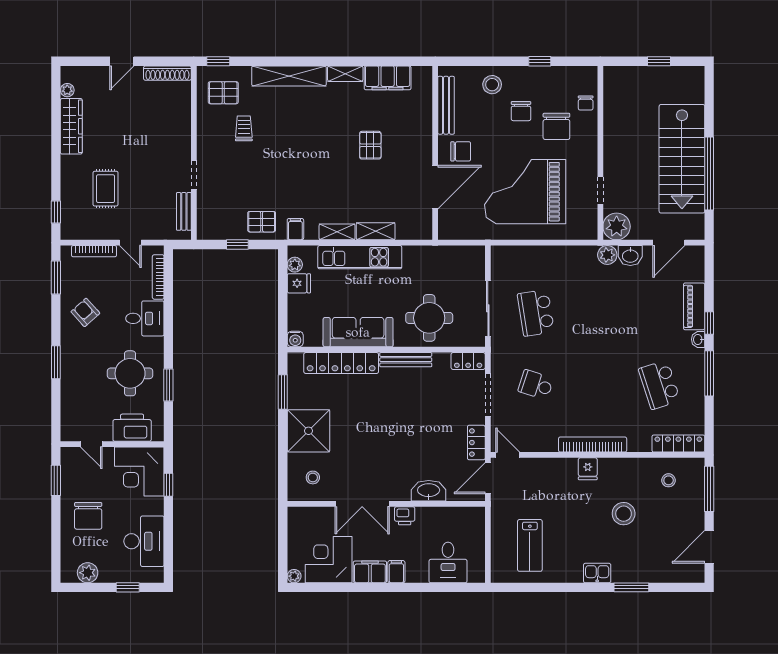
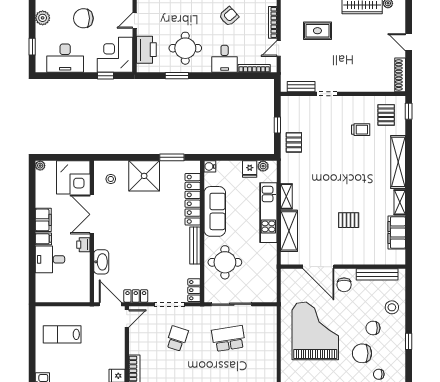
filing cabinet: (295, 229) -> (288, 167), removed
shelving: (376, 231) -> (289, 231), width x1.50, depth x1.33
corner desk: (329, 560) -> (73, 177), moved, turned 90
desk: (448, 562) -> (50, 259), moved

